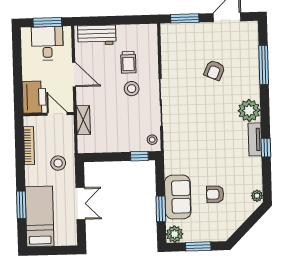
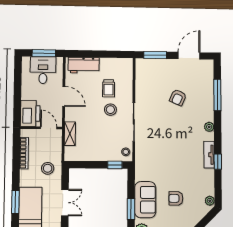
plant: (249, 110) -> (209, 127), width x0.53, depth x0.53

